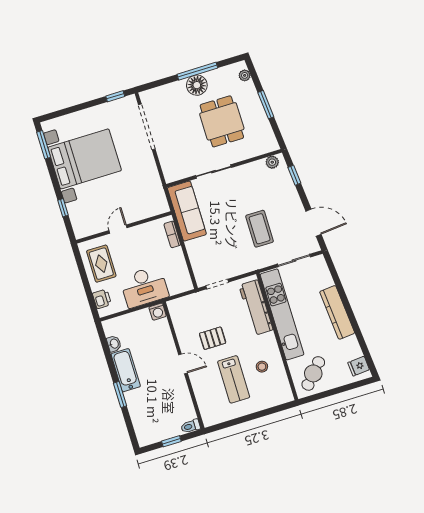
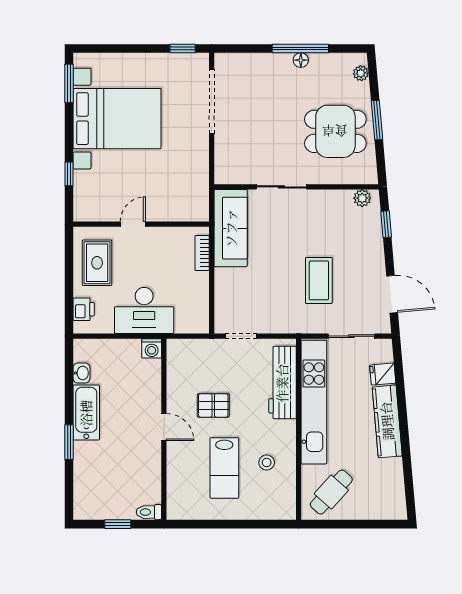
floor lamp: (197, 85) -> (301, 60), width x0.53, depth x0.53
dining table: (222, 121) -> (335, 131), moved, turned 90
fridge: (359, 366) -> (383, 374), moved

